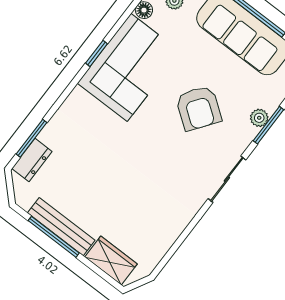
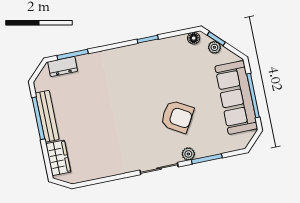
corner sofa: (129, 67) -> (159, 62), removed
armchair: (199, 108) -> (177, 117), turned -96
plant: (259, 118) -> (188, 154), moved

